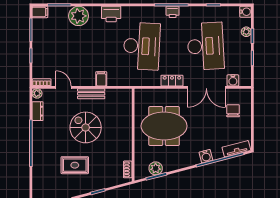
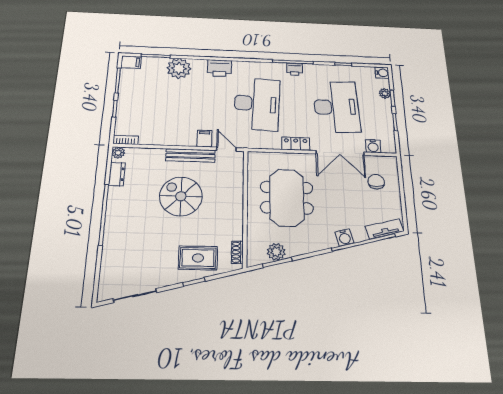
door: (63, 87) -> (226, 149), moved
bench: (91, 94) -> (191, 155), width x1.36
meeting table: (164, 126) -> (287, 198), turned 90
rug: (75, 165) -> (198, 258), moved

